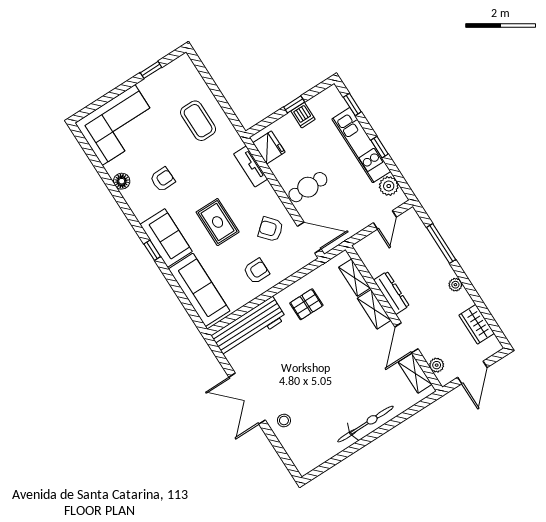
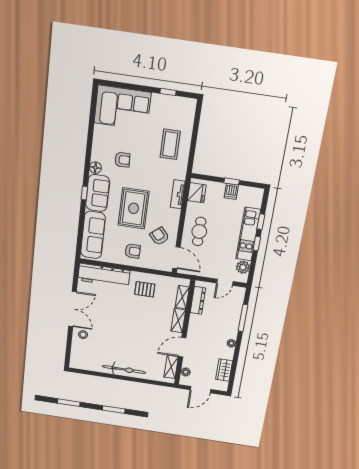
window: (352, 105) -> (261, 222), moved
floor lamp: (122, 181) -> (95, 168), moved
cafe table: (308, 187) -> (199, 232), turned 90
rug: (218, 222) -> (134, 208), width x1.36, depth x1.43
dresser: (391, 293) -> (198, 300), moved
double door: (247, 399) -> (73, 309), swing flipped

